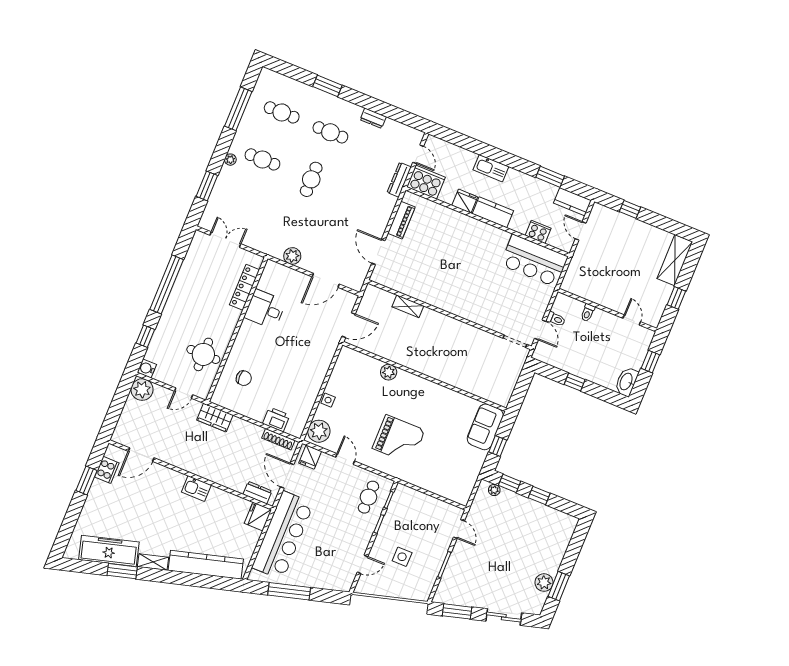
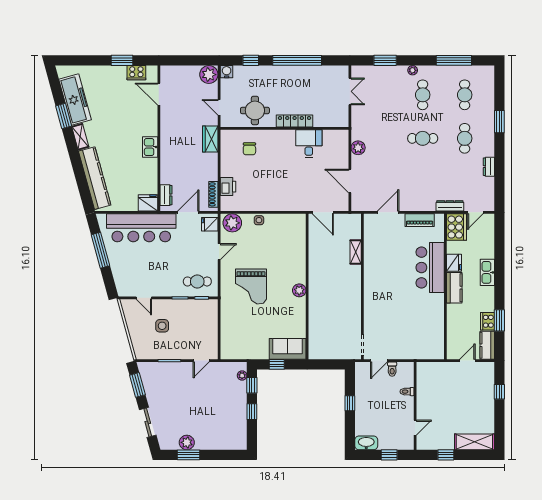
cooker: (538, 232) -> (487, 321), moved, turned 180
bar counter: (534, 261) -> (430, 268), moved
locker: (245, 287) -> (295, 121), moved
plant: (389, 372) -> (299, 290), moved

